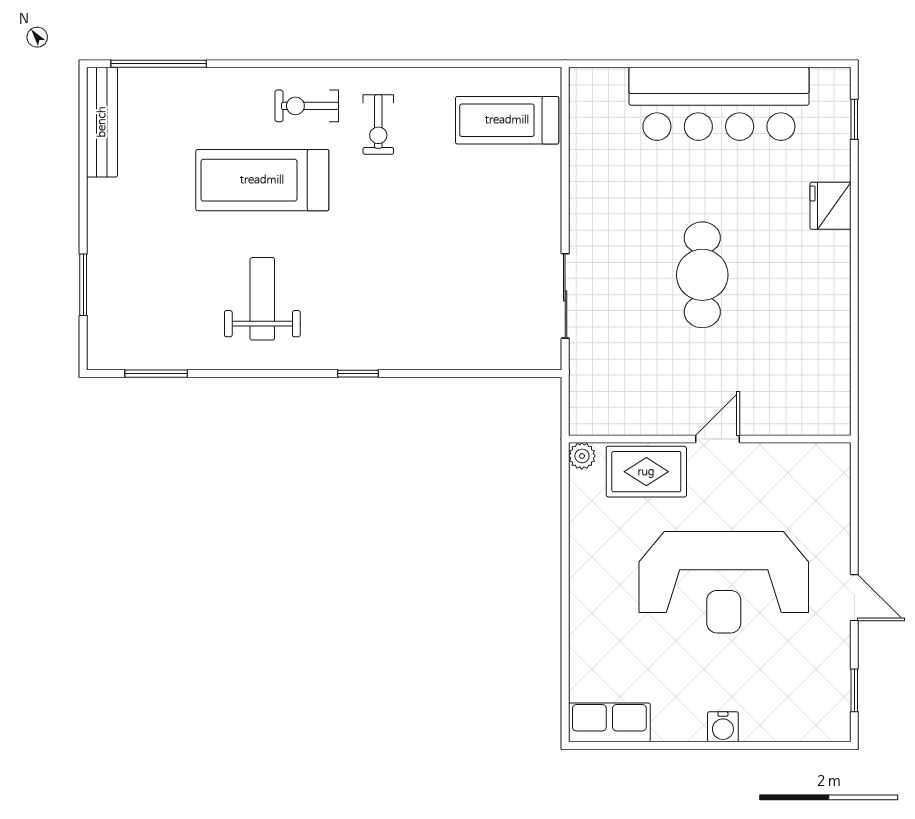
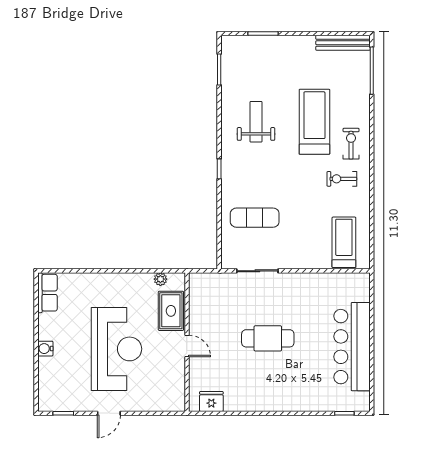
fridge: (830, 206) -> (211, 401), moved
weight bench: (262, 299) -> (256, 122), turned -90
exercise mat: (457, 302) -> (255, 218), added
plant: (582, 456) -> (160, 279), moved
reception desk: (724, 582) -> (117, 349), turned 180

